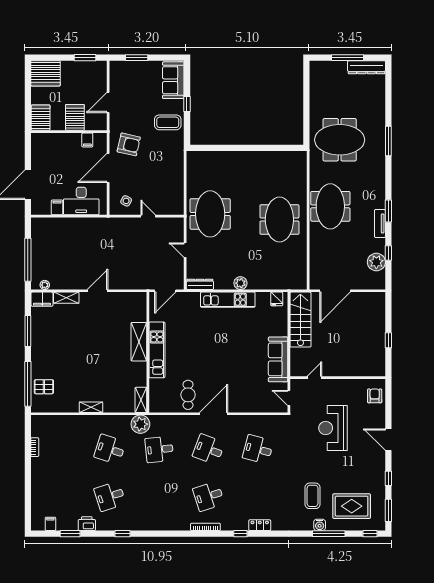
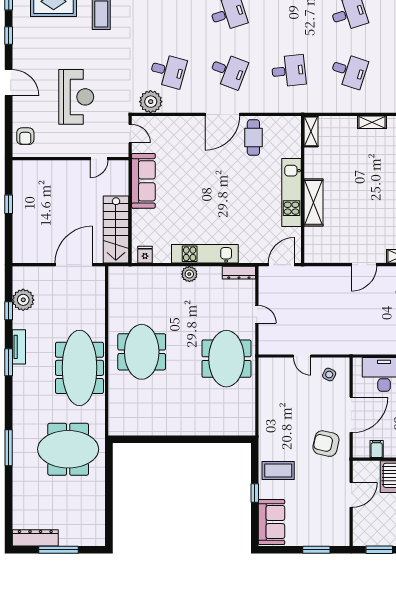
meeting table: (330, 206) -> (79, 368), width x1.36
plant: (140, 424) -> (151, 102), moved

